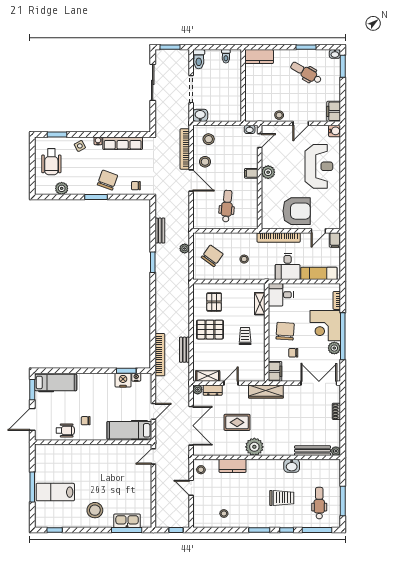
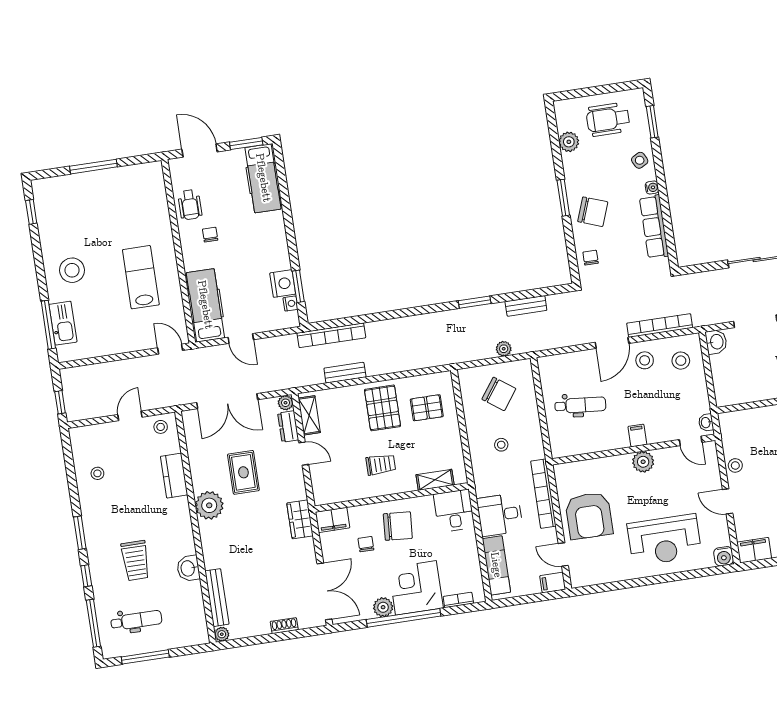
wardrobe: (266, 392) -> (300, 519), width x0.67
lab bench: (55, 492) -> (141, 277), moved

